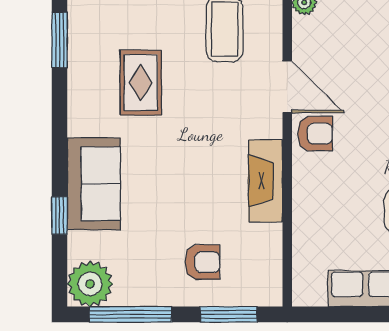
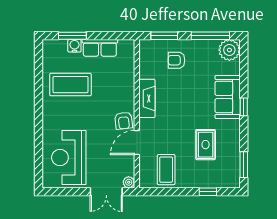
door: (287, 87) -> (137, 143), hinge flipped
armchair: (315, 134) -> (124, 121), turned -96
window: (60, 215) -> (244, 107), moved

